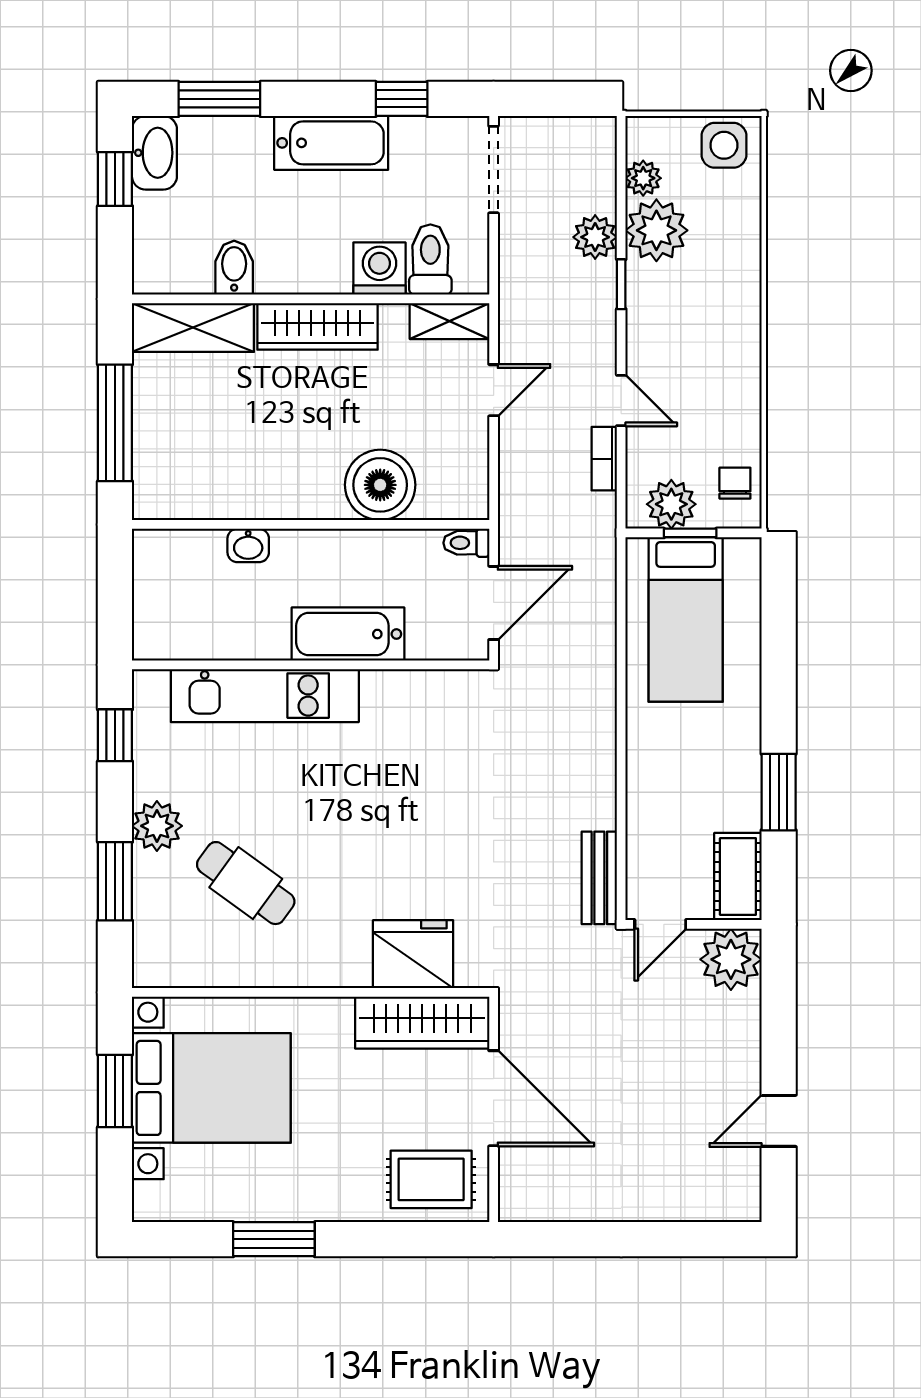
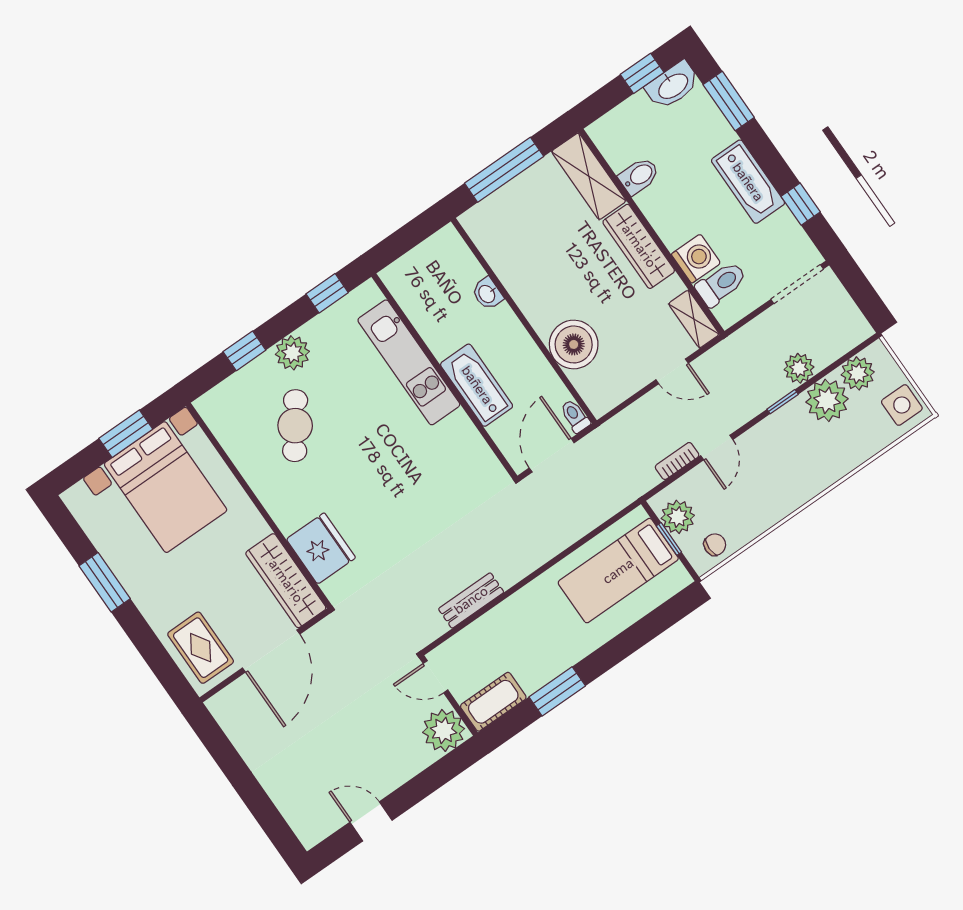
plant: (643, 178) -> (858, 373), width x1.38, depth x1.38
door: (494, 603) -> (552, 455), swing flipped
bench: (599, 878) -> (471, 600), moved
window: (115, 881) -> (244, 351), width x0.67

